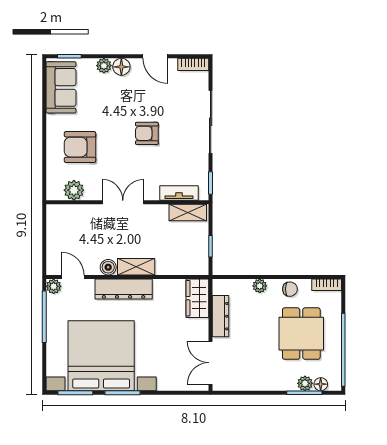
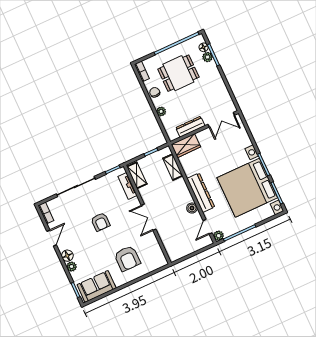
plant: (74, 190) -> (155, 250), removed
shelving: (136, 267) -> (173, 167), moved

